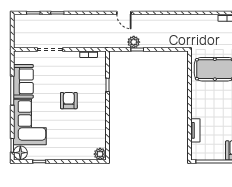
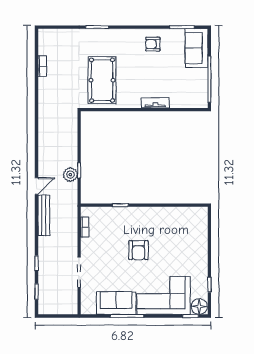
bench: (99, 19) -> (44, 215), added
armchair: (69, 101) -> (139, 250), turned -90
tv unit: (195, 130) -> (155, 103), moved
plant: (100, 154) -> (201, 214), removed

